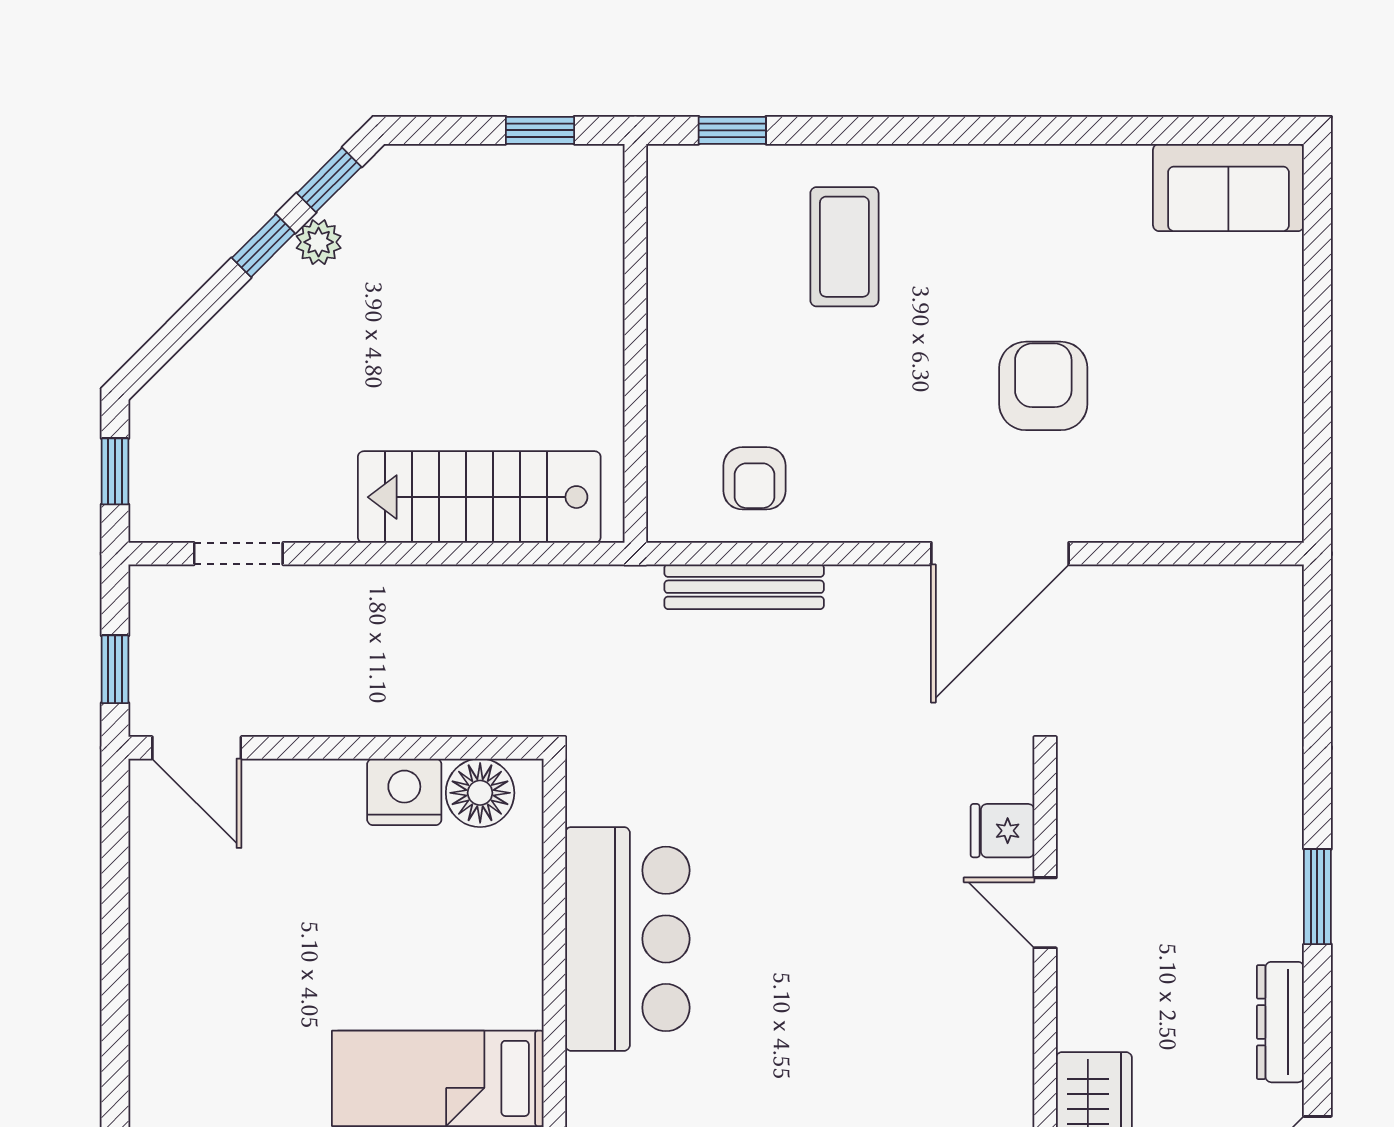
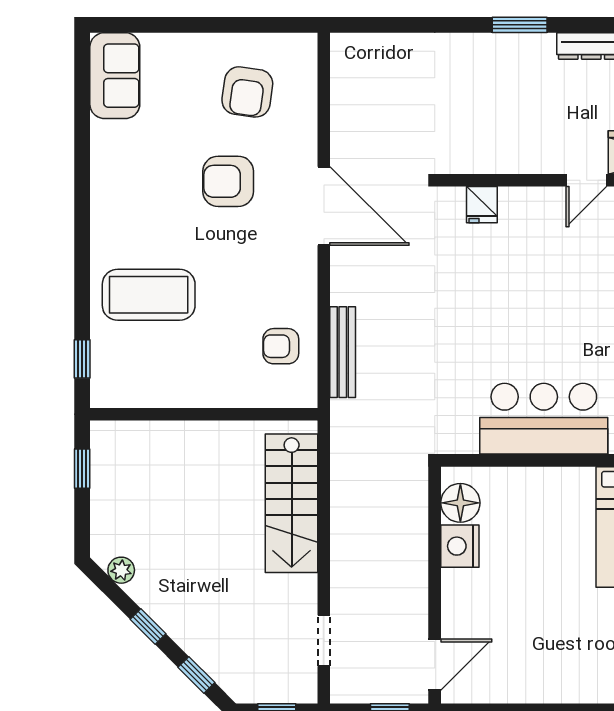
window: (329, 180) -> (196, 675), moved
plant: (319, 242) -> (121, 570), moved
coffee table: (844, 247) -> (149, 295), width x1.36, depth x1.32
armchair: (1200, 420) -> (247, 92), added
armchair: (754, 478) -> (281, 346), turned 180
door: (1045, 913) -> (586, 180), moved

